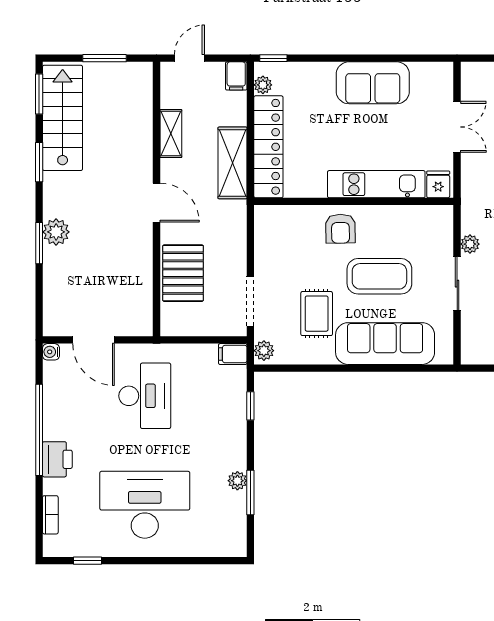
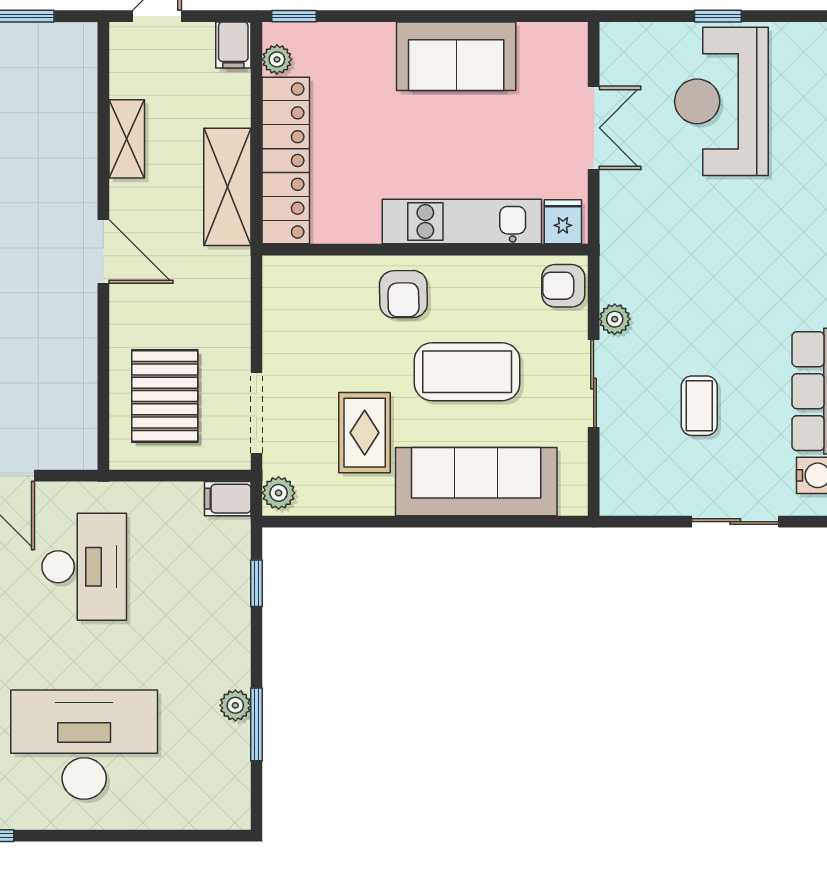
armchair: (438, 224) -> (563, 286), added
pallet: (183, 273) -> (165, 396), moved

